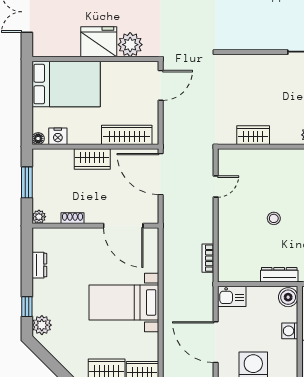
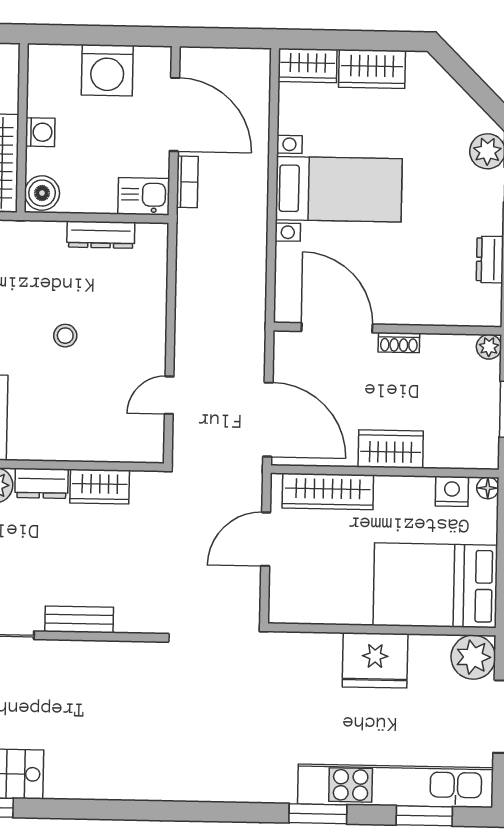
plant: (130, 45) -> (473, 657), moved
bench: (263, 61) -> (79, 619), added
door: (161, 85) -> (266, 539), moved
dresser: (285, 136) -> (42, 483), added
shoe rack: (72, 218) -> (399, 343), moved
bookcase: (208, 258) -> (187, 182), moved
dresser: (279, 275) -> (101, 235), moved

